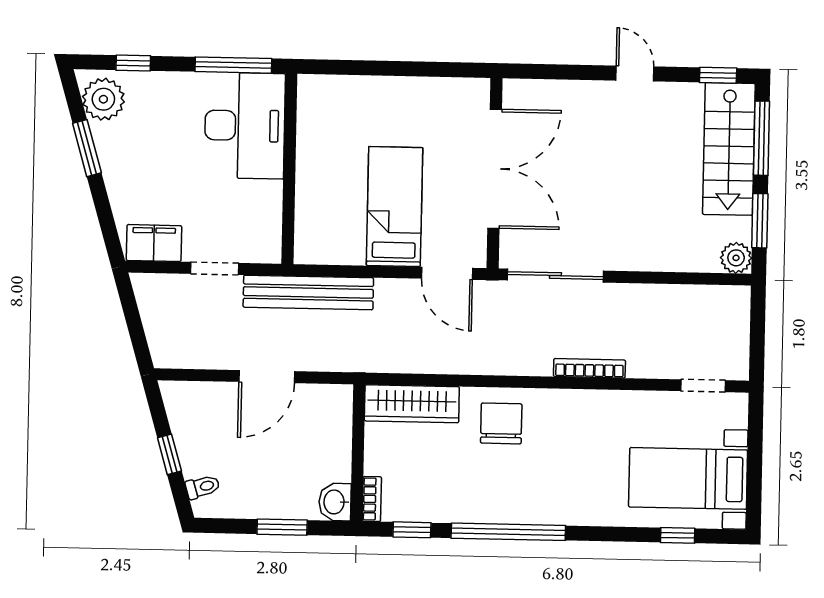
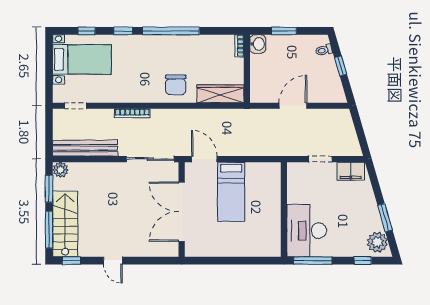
bench: (308, 292) -> (85, 148), moved
window: (412, 530) -> (123, 31), moved

